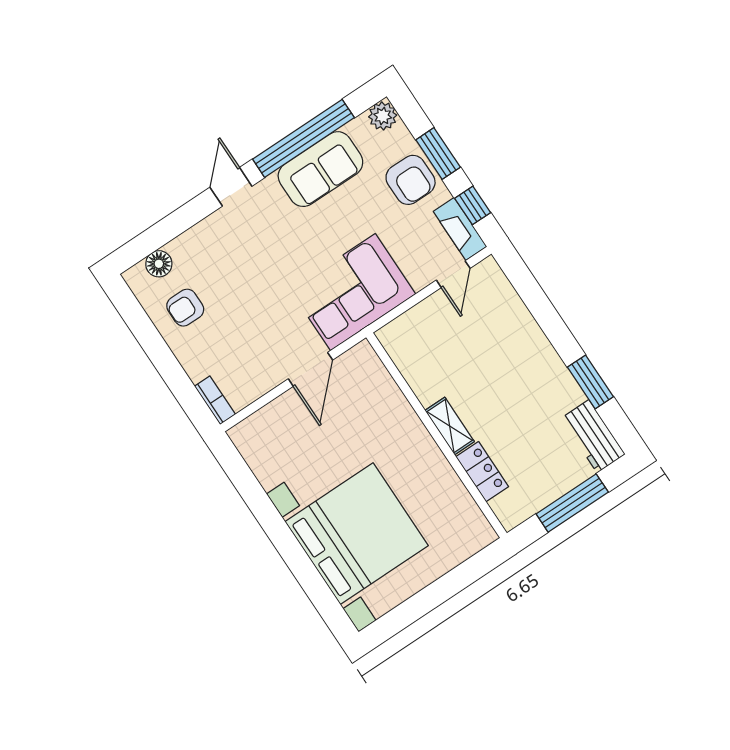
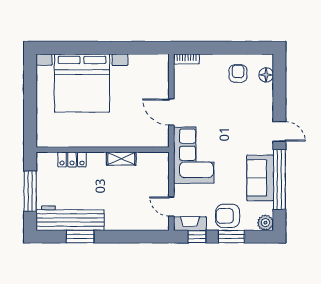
shelving: (450, 426) -> (121, 159), moved
workbench: (593, 436) -> (70, 218), width x1.88, depth x1.32

